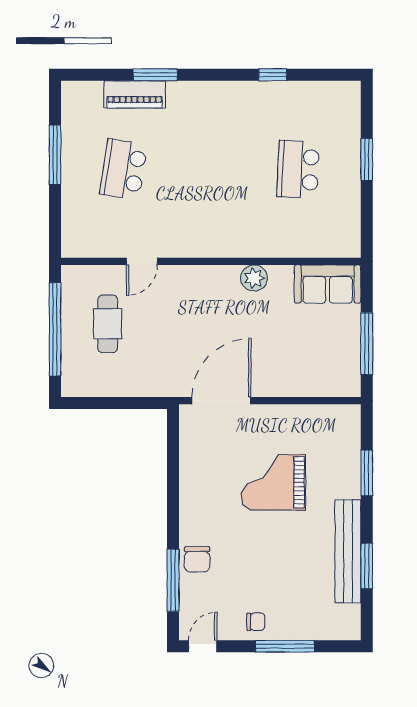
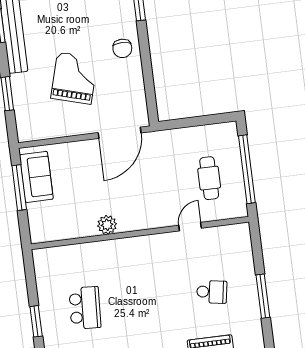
school desk: (124, 169) -> (212, 292), width x0.54
sofa: (328, 284) -> (36, 177), moved, turned 90
grand piano: (273, 482) -> (74, 78), turned -74
chair: (197, 559) -> (122, 48), moved, turned 180

